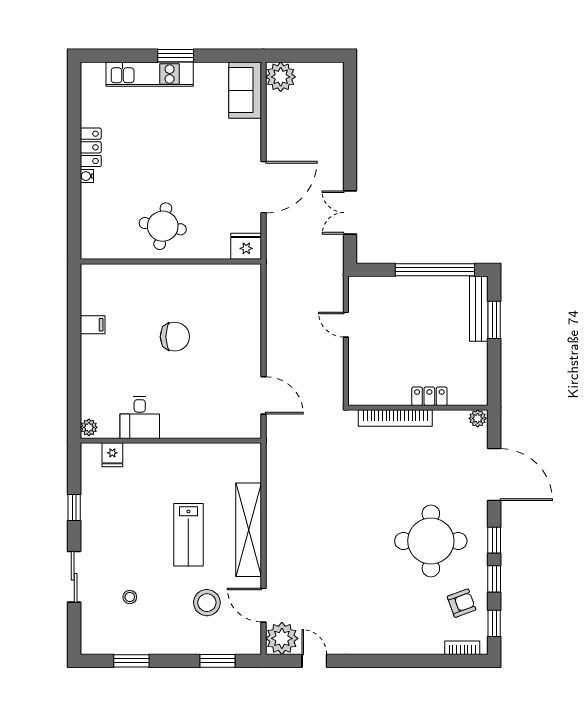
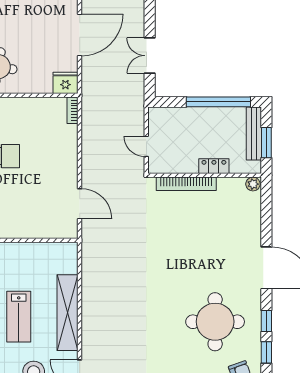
bookcase: (255, 280) -> (73, 110), added
locker: (429, 396) -> (214, 166), moved
wall: (418, 408) -> (205, 175), moved
bookcase: (395, 418) -> (186, 184), moved
plant: (478, 418) -> (253, 184), moved

